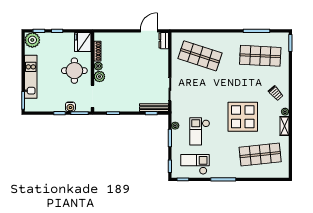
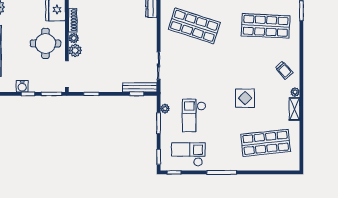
water cooler: (70, 107) -> (22, 86), moved
display table: (243, 117) -> (245, 98), width x0.54, depth x0.54

